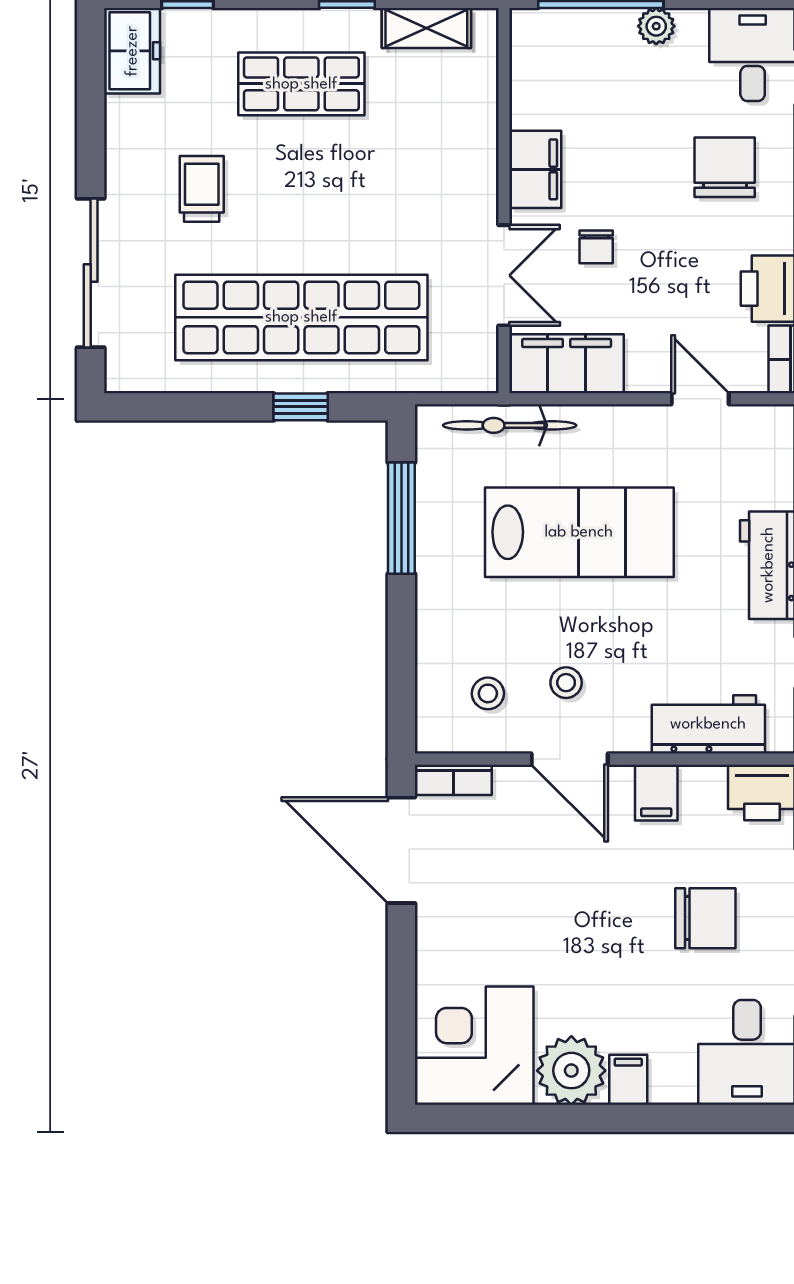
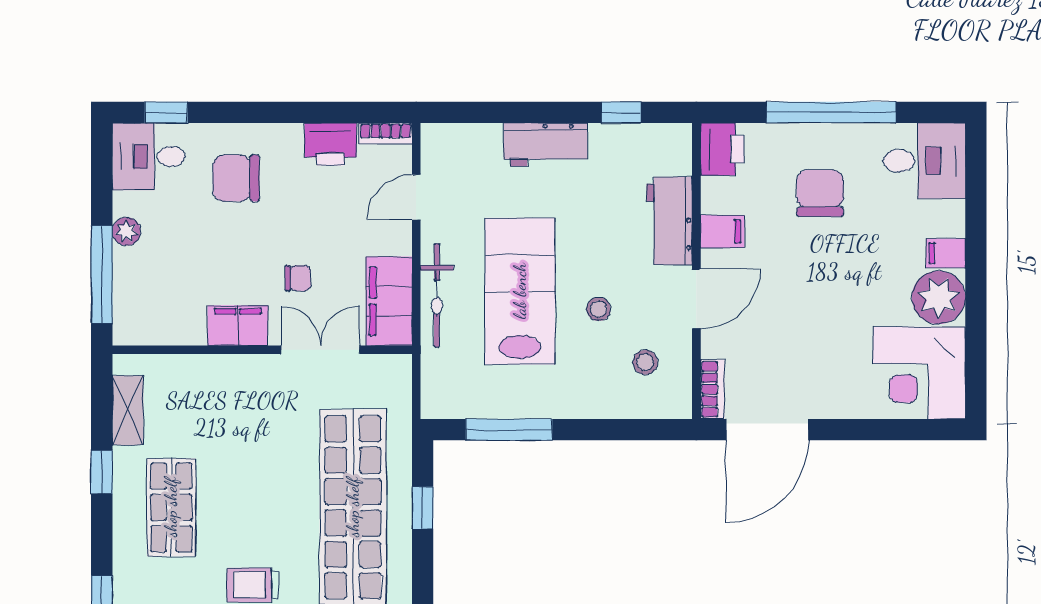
bicycle: (510, 425) -> (437, 295), moved
stool: (566, 683) -> (599, 309), moved
workbench: (708, 724) -> (669, 221), moved

